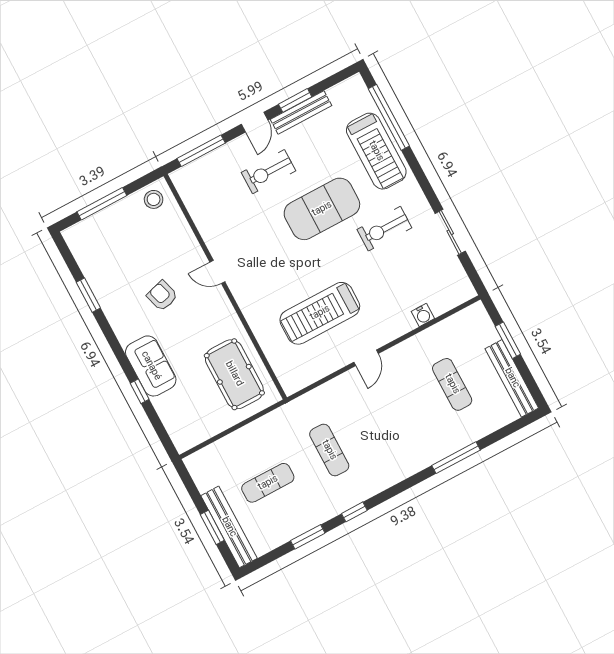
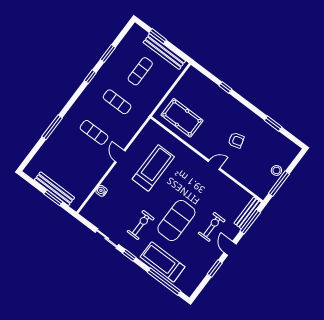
bench: (301, 112) -> (248, 213), moved
window: (426, 187) -> (129, 255), added
stool: (154, 199) -> (276, 170), moved
window: (102, 204) -> (279, 184), moved
sofa: (151, 366) -> (226, 103), removed
bench: (512, 378) -> (54, 189), moved
exercise mat: (452, 384) -> (94, 132), moved
bench: (229, 527) -> (164, 52), moved

